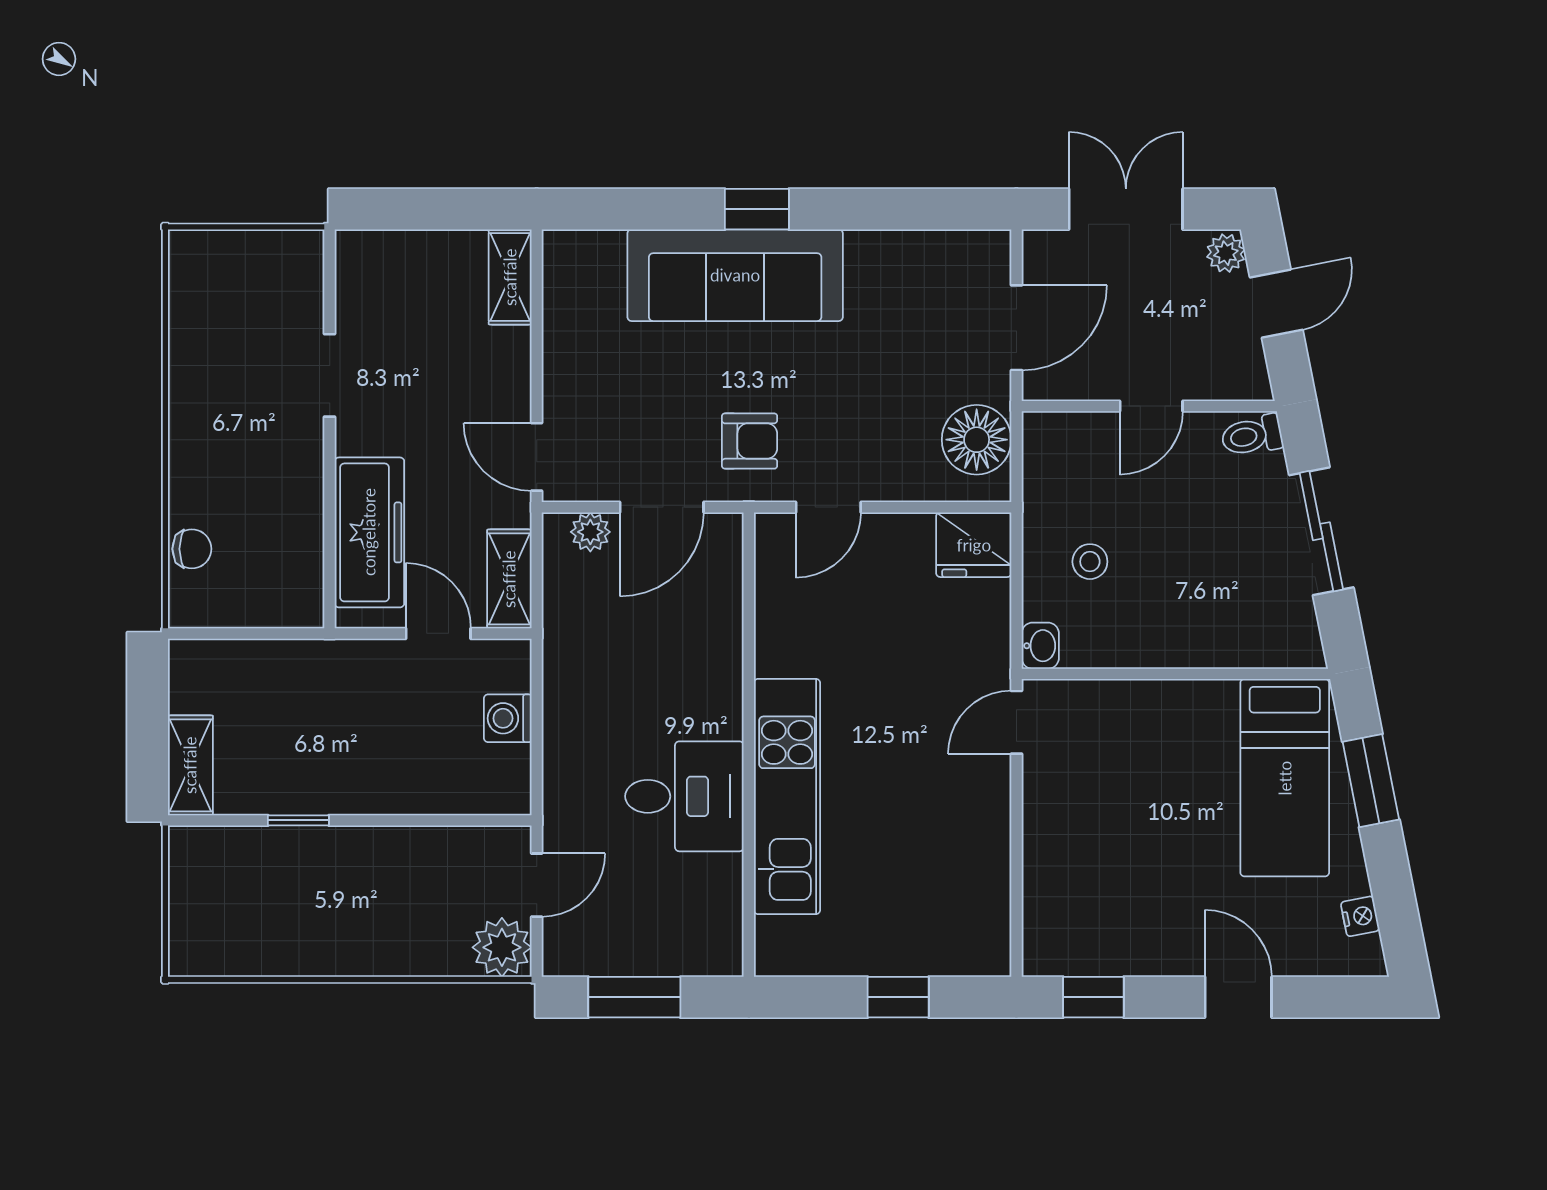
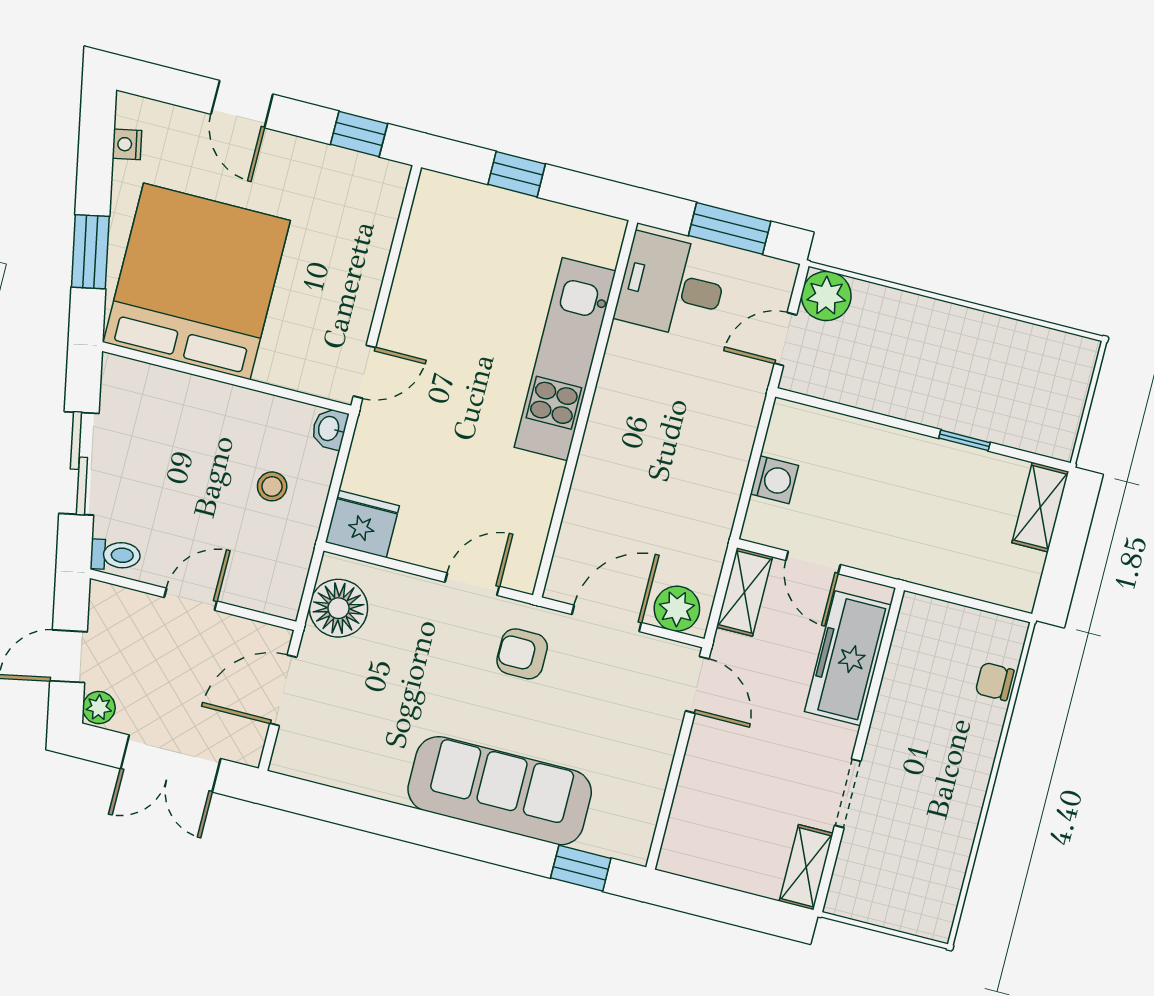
window: (757, 209) -> (581, 868), moved
shelving: (510, 277) -> (806, 867), moved
plant: (590, 532) -> (677, 609), width x1.38, depth x1.38
bed: (1285, 778) -> (197, 281), width x2.04
desk: (684, 796) -> (672, 286), moved

